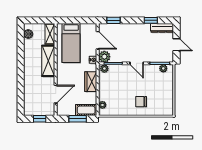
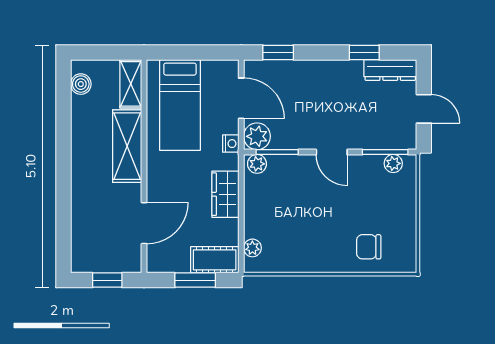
chair: (141, 102) -> (369, 247), moved

